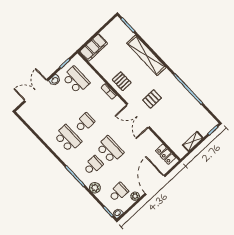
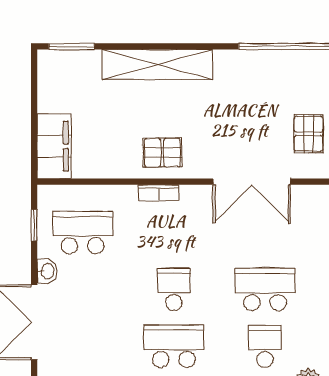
pallet: (152, 99) -> (309, 134), moved

